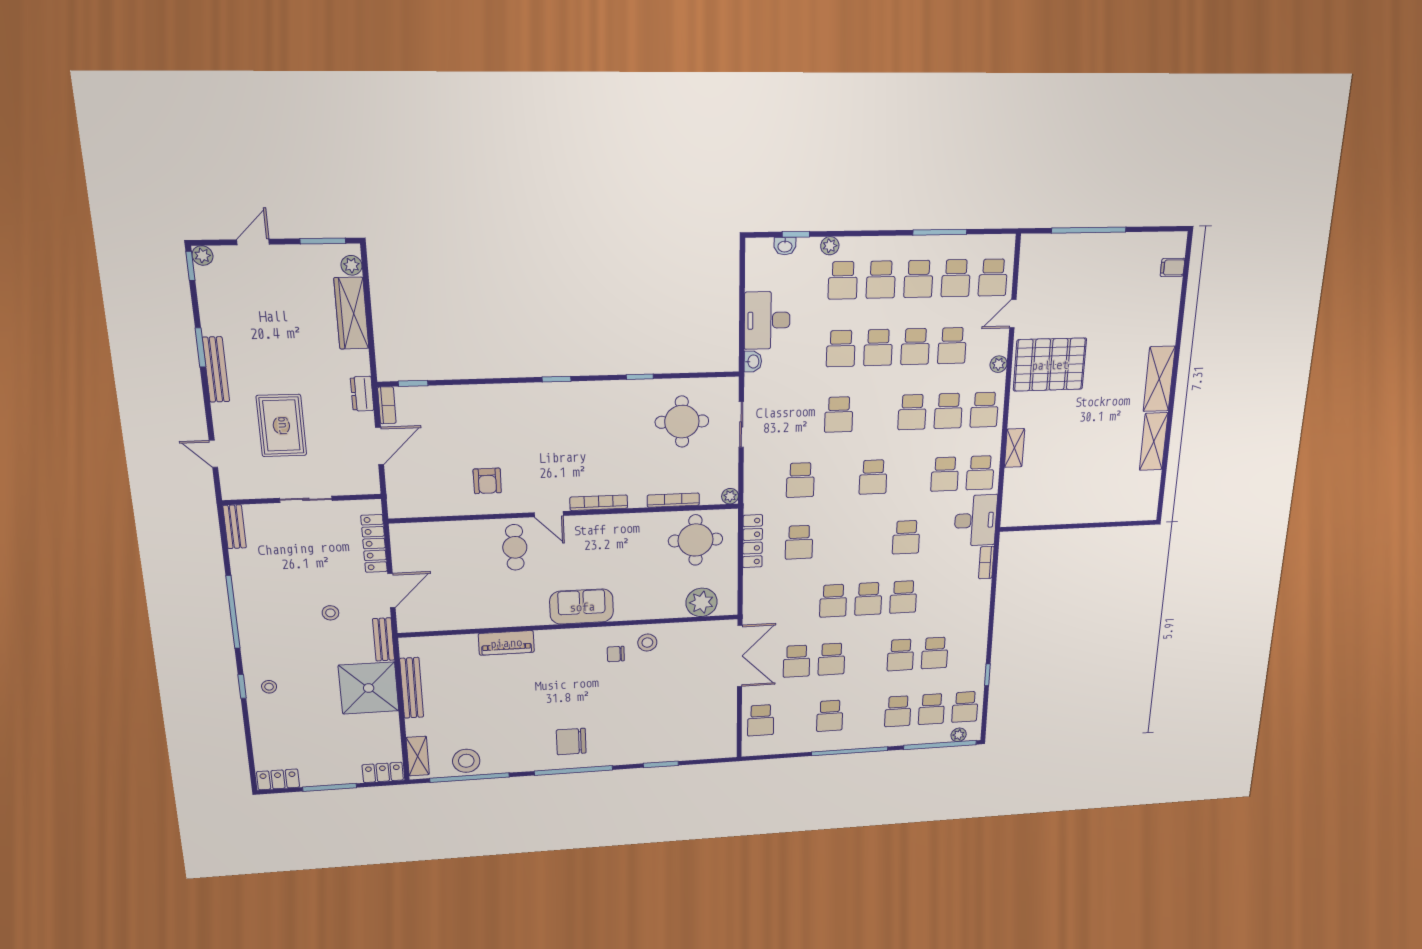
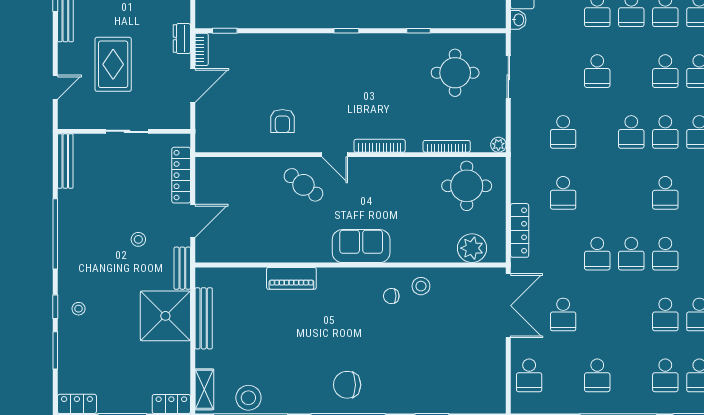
door: (213, 454) -> (55, 87), swing flipped
bench: (235, 527) -> (65, 161), width x1.36
locker: (753, 541) -> (520, 230), moved
cafe table: (515, 547) -> (303, 185), turned -53
school desk: (831, 659) -> (665, 132), moved
window: (247, 729) -> (55, 350), added

